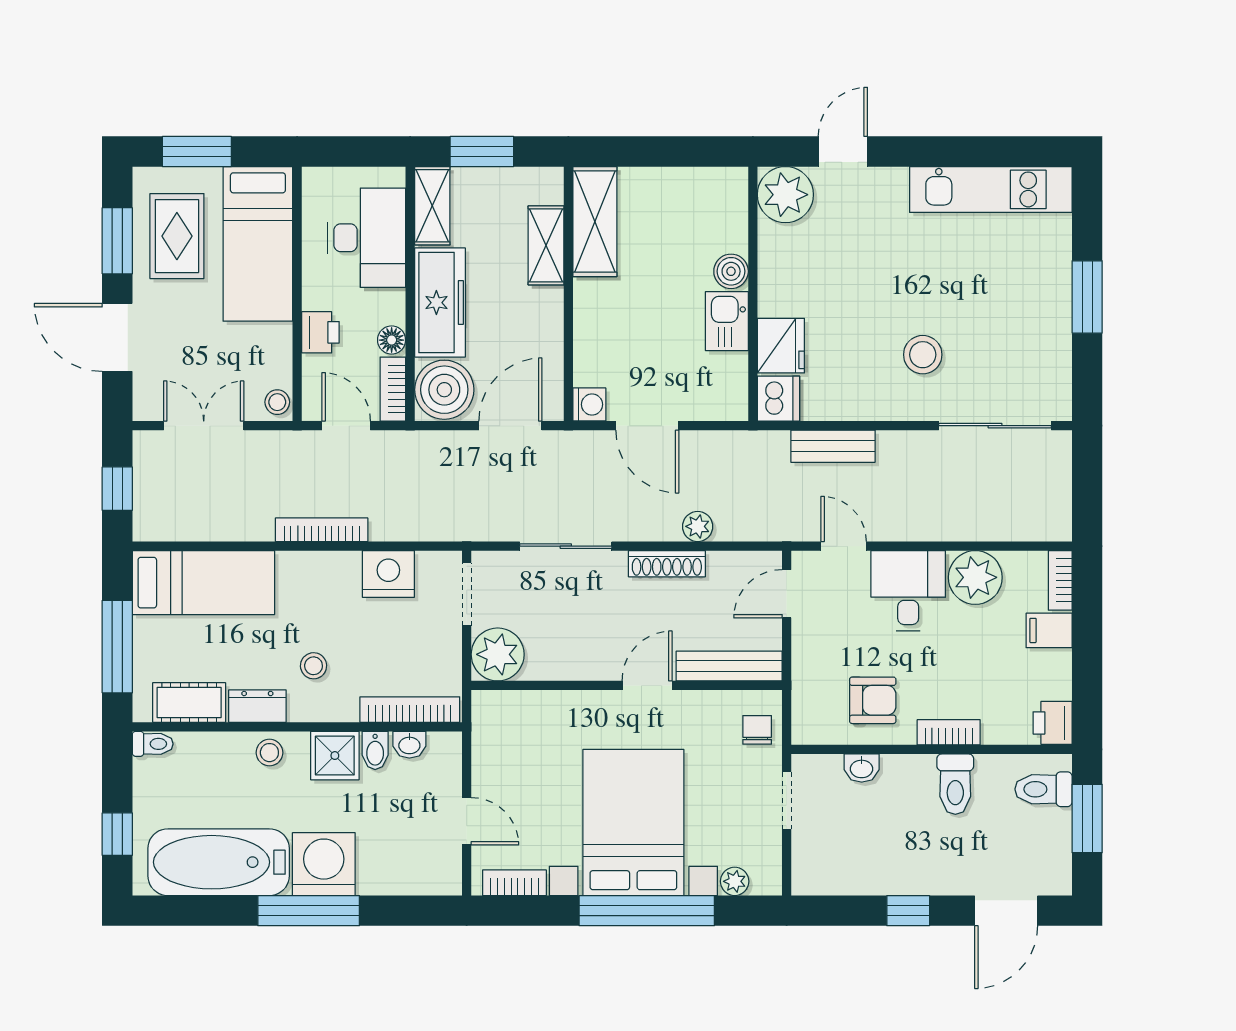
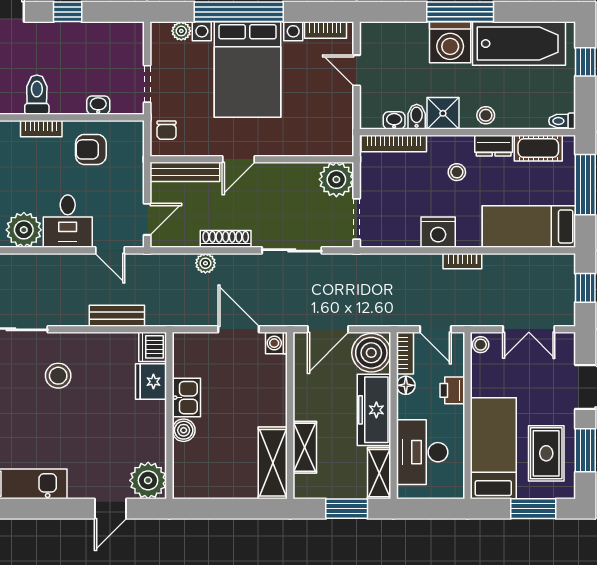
bookcase: (322, 530) -> (462, 261), width x0.64
nightstand: (388, 574) -> (438, 232), moved

